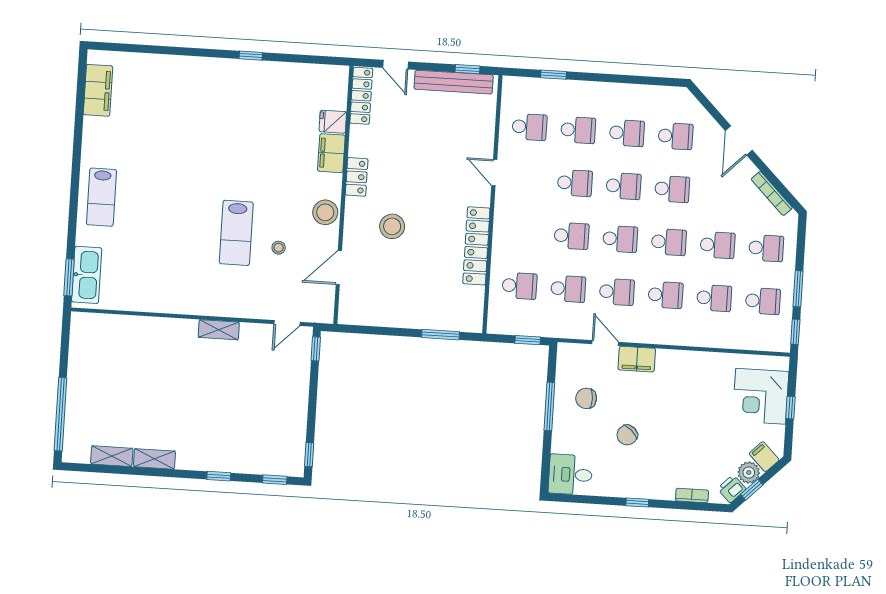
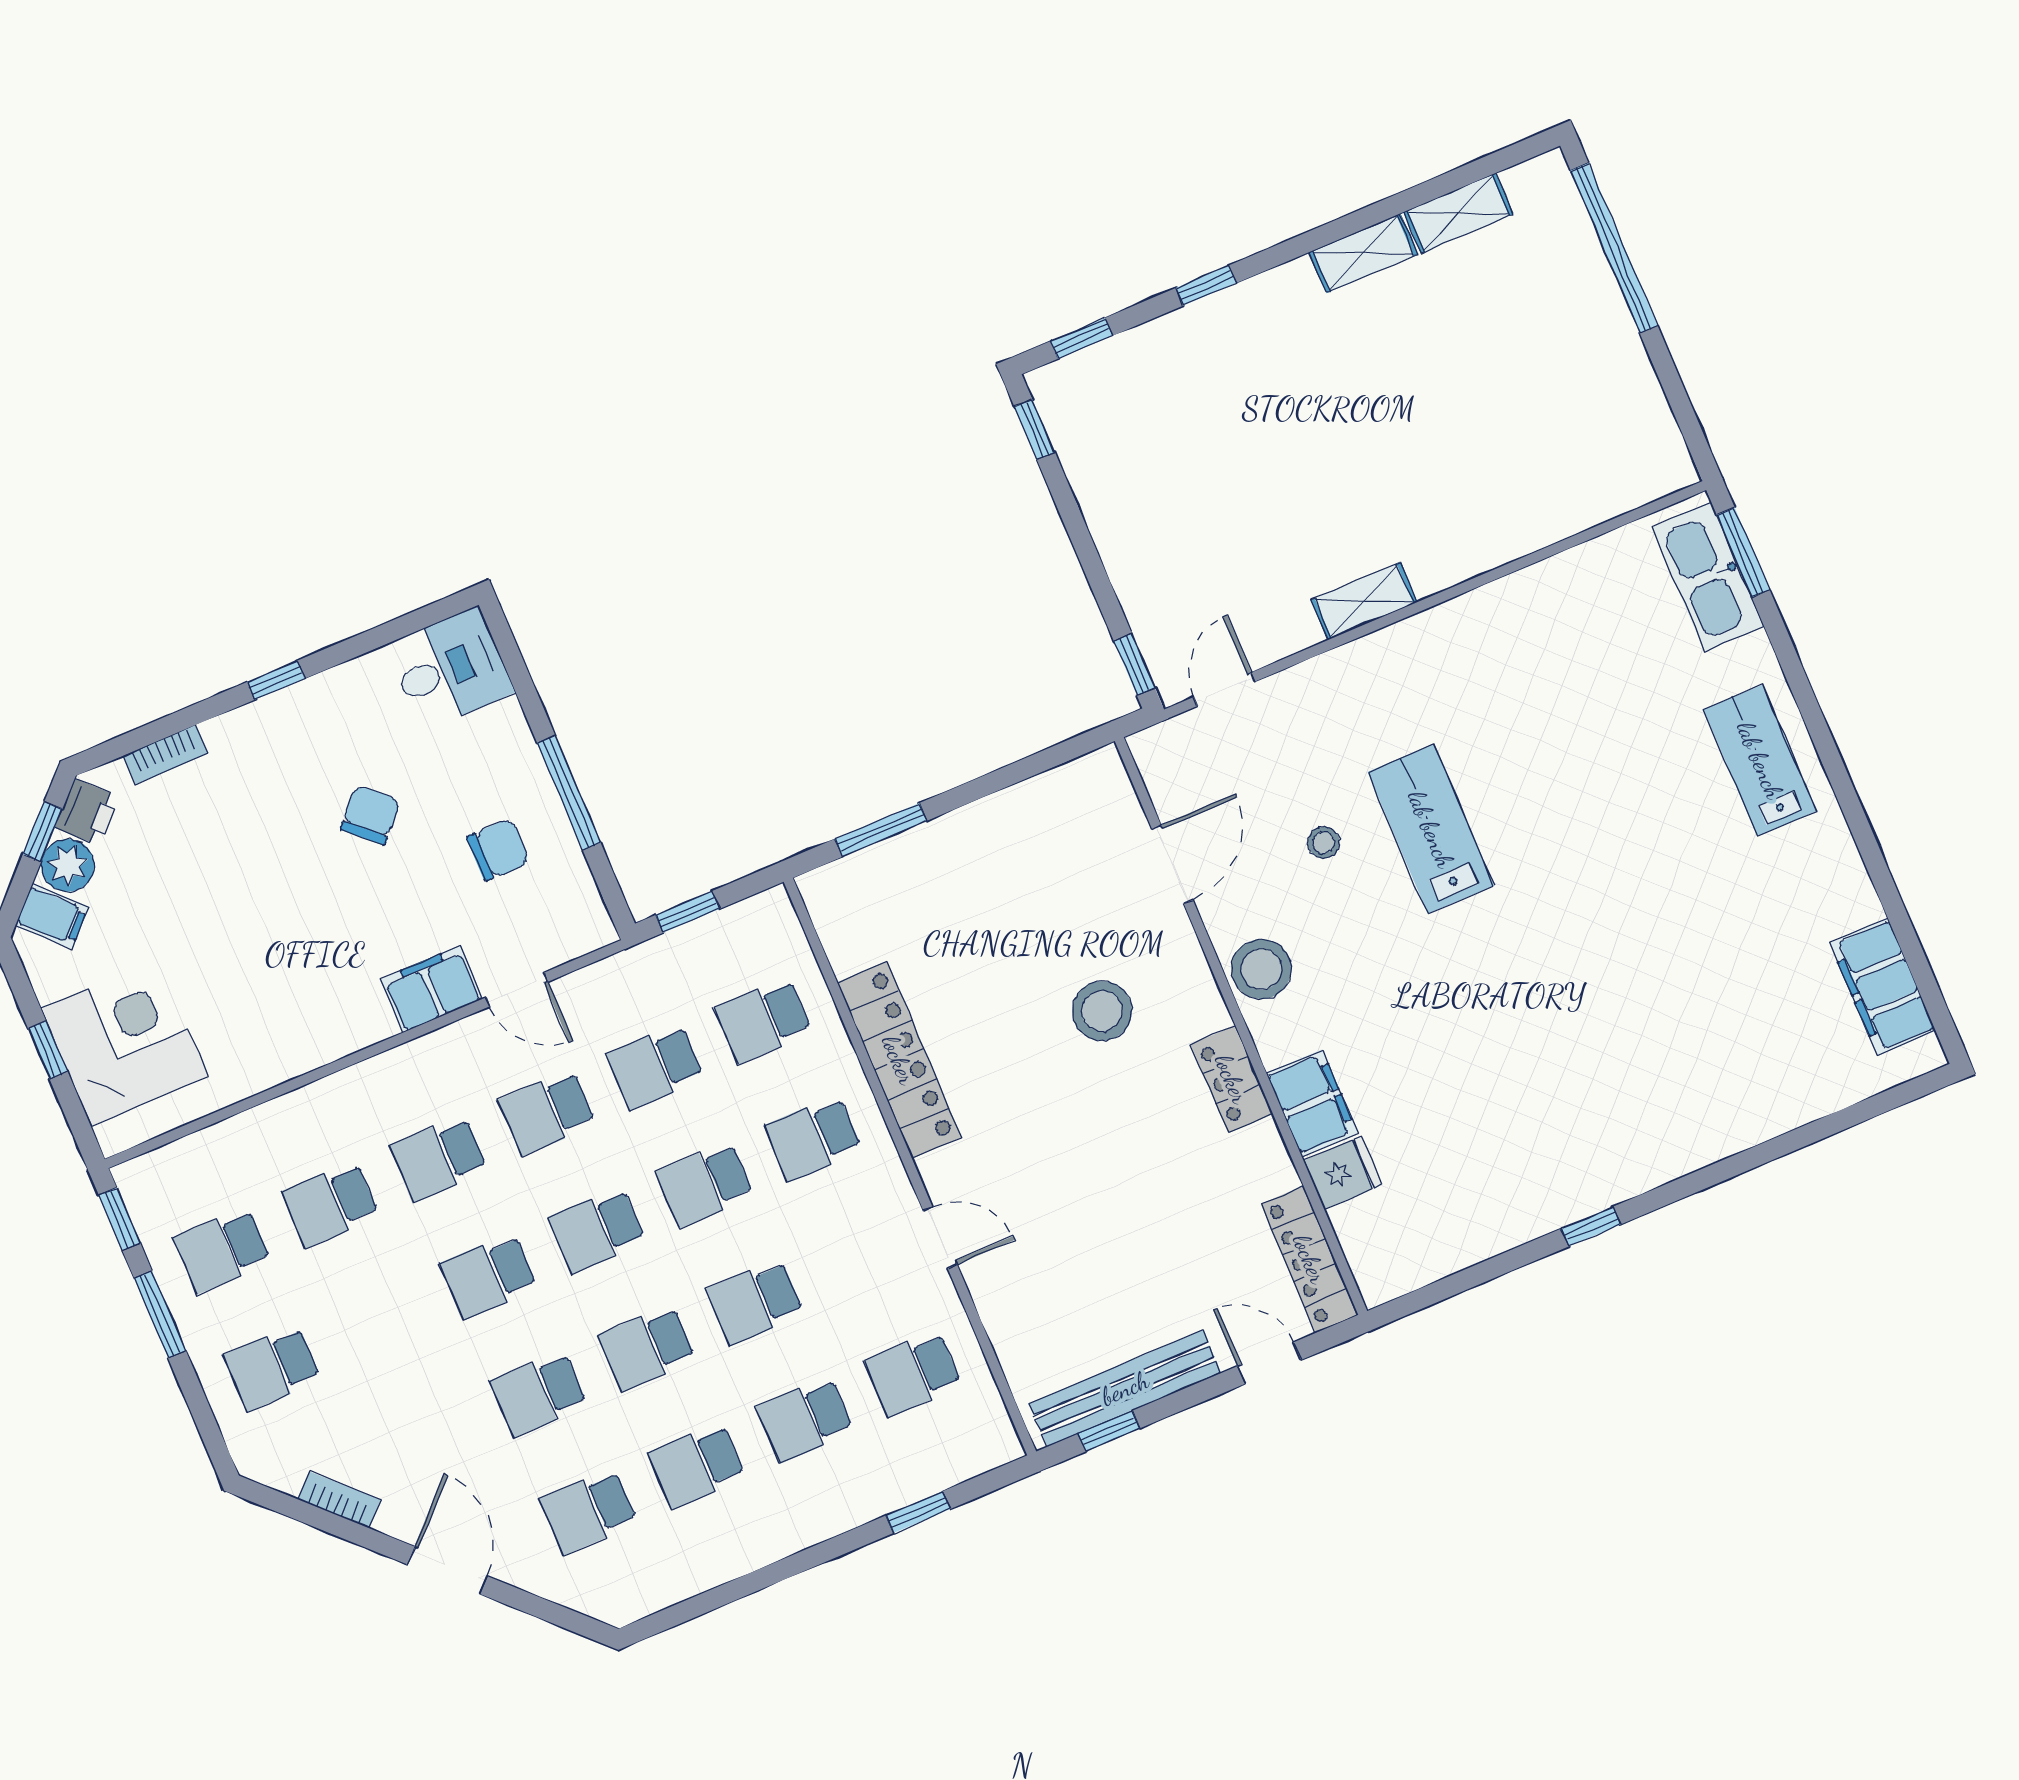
bookcase: (772, 193) -> (339, 1500), width x0.64
school desk: (718, 245) -> (813, 1138), moved

